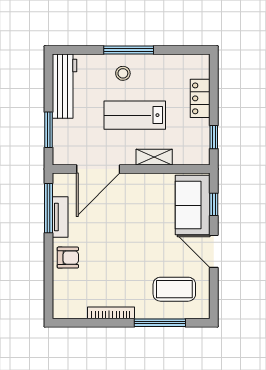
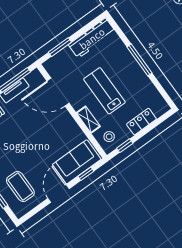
stool: (123, 73) -> (109, 137), moved

